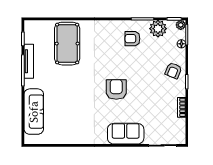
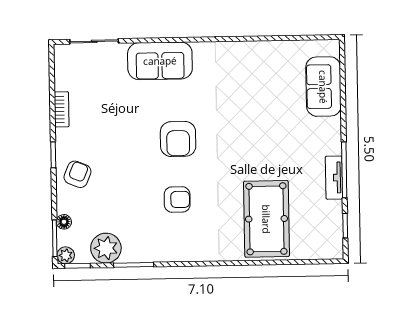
armchair: (132, 39) -> (177, 199), moved
tv unit: (29, 61) -> (334, 178), width x0.71
sofa: (34, 112) -> (323, 87), width x0.73

